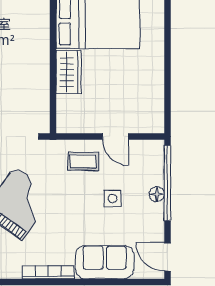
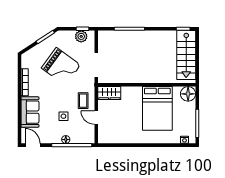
wardrobe: (69, 72) -> (109, 93), moved
door: (115, 136) -> (96, 118), hinge flipped
door: (167, 257) -> (33, 145), hinge flipped

